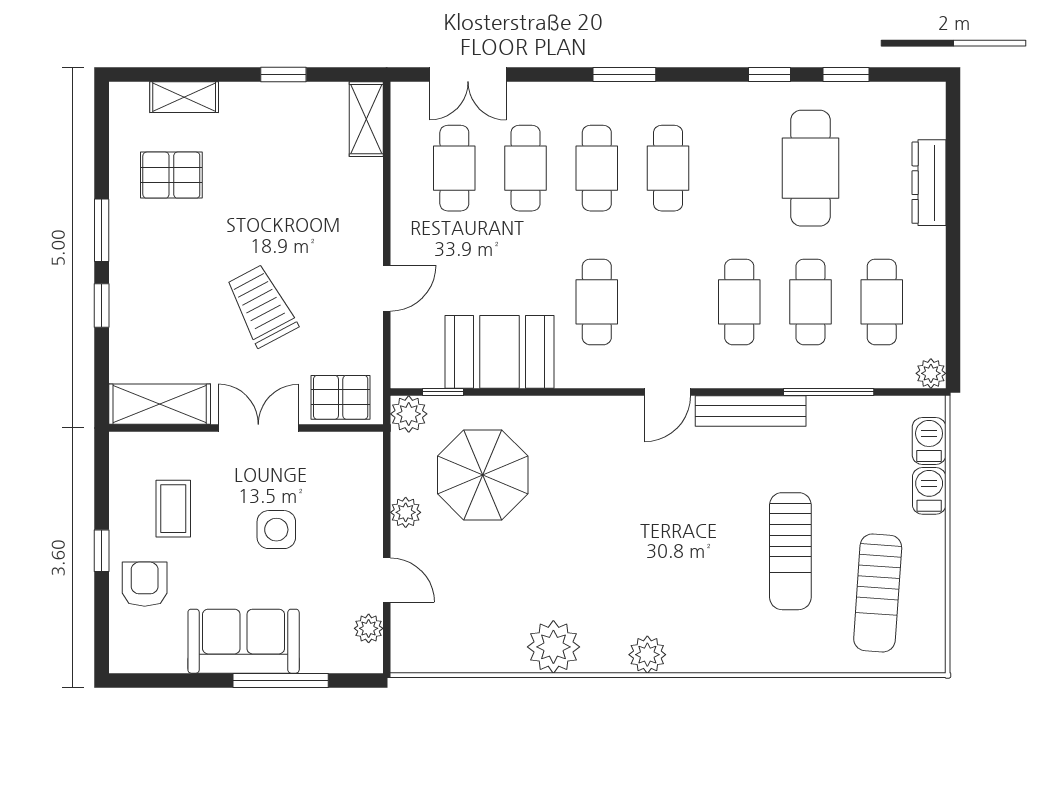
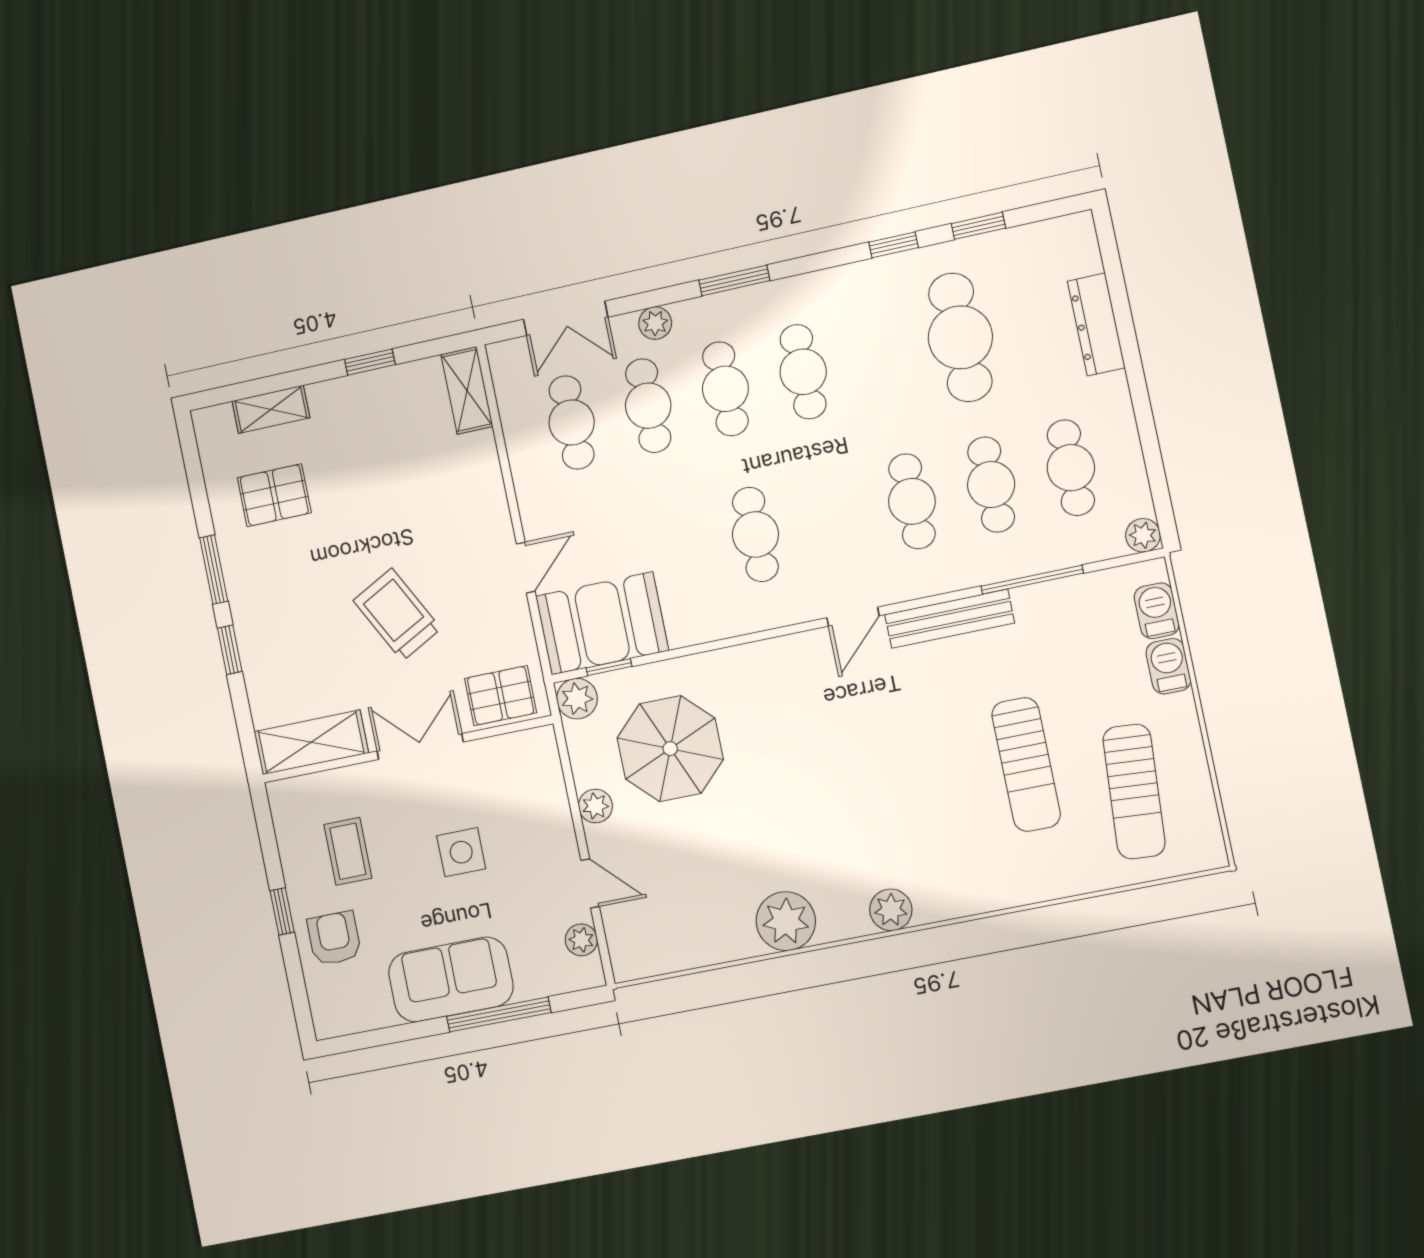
plant: (547, 97) -> (655, 323), added
booth: (499, 352) -> (602, 623), moved

